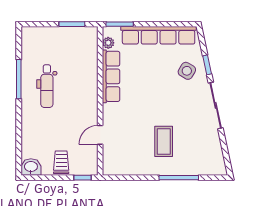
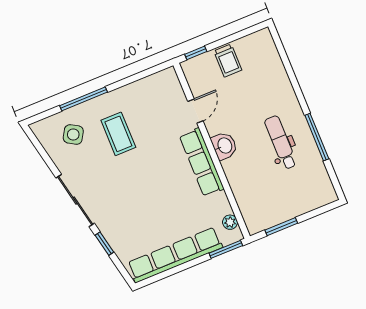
side table: (187, 71) -> (73, 134), moved
row of seats: (111, 76) -> (202, 162), moved
washbasin: (31, 167) -> (224, 146), moved, turned -90

